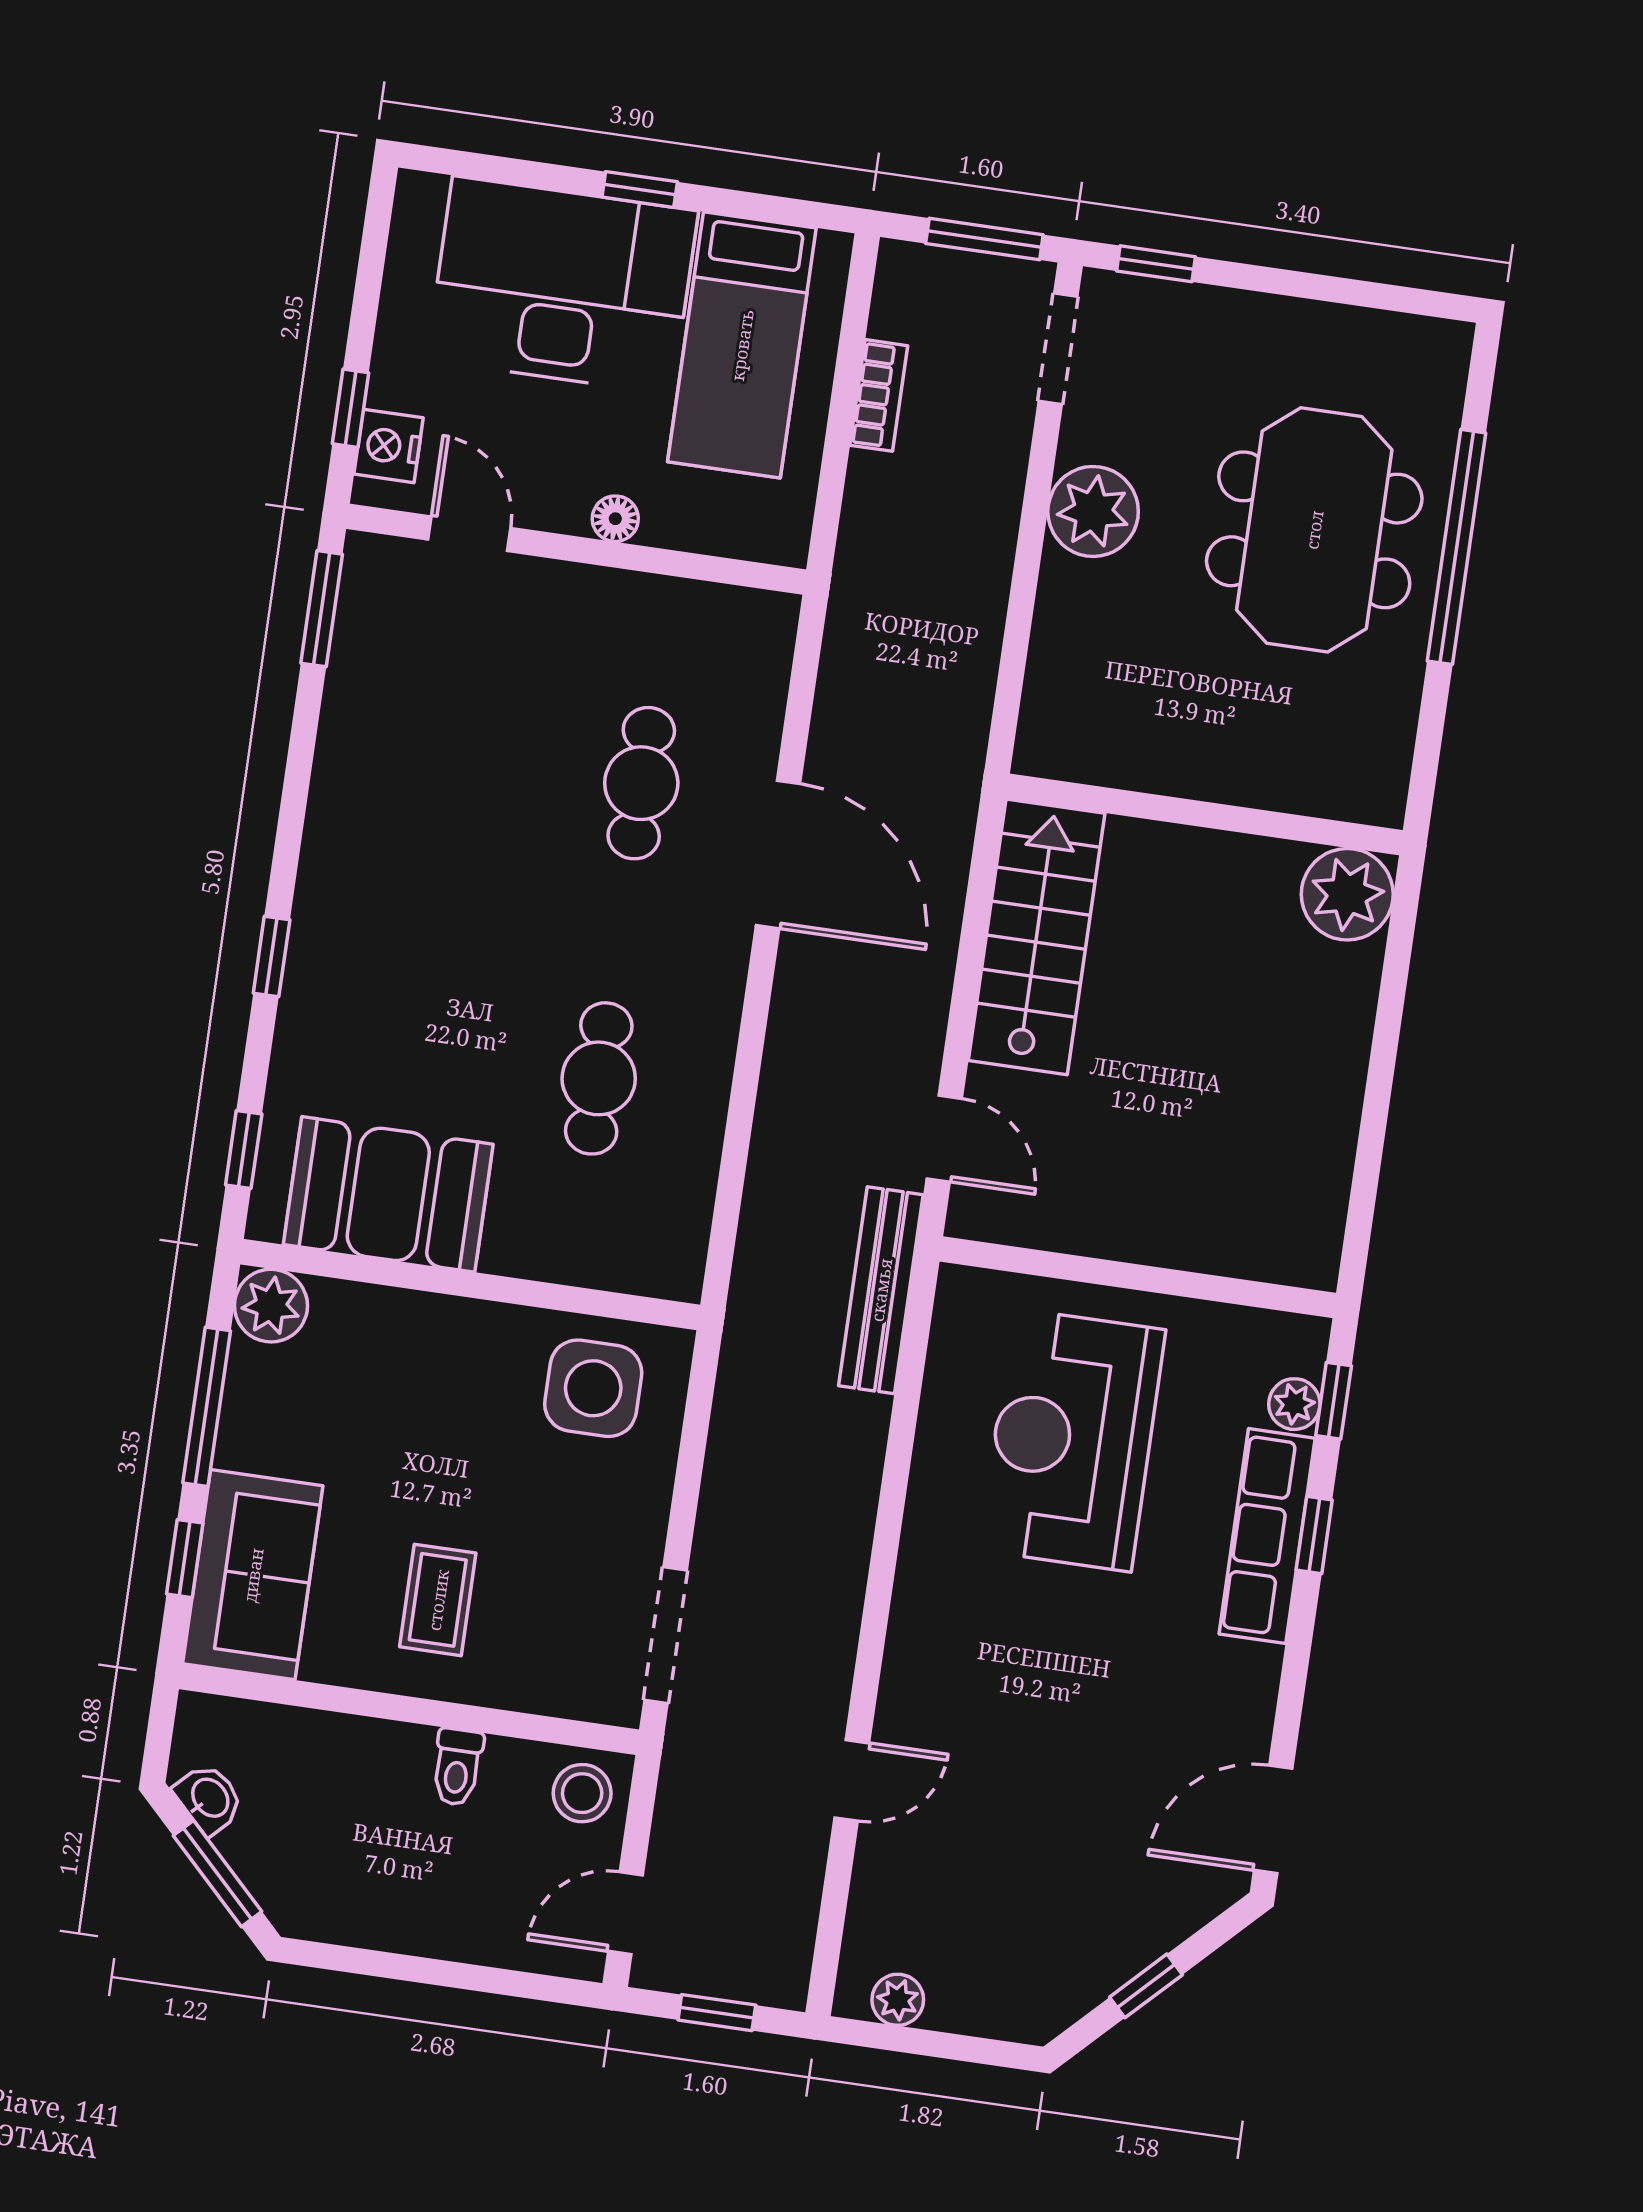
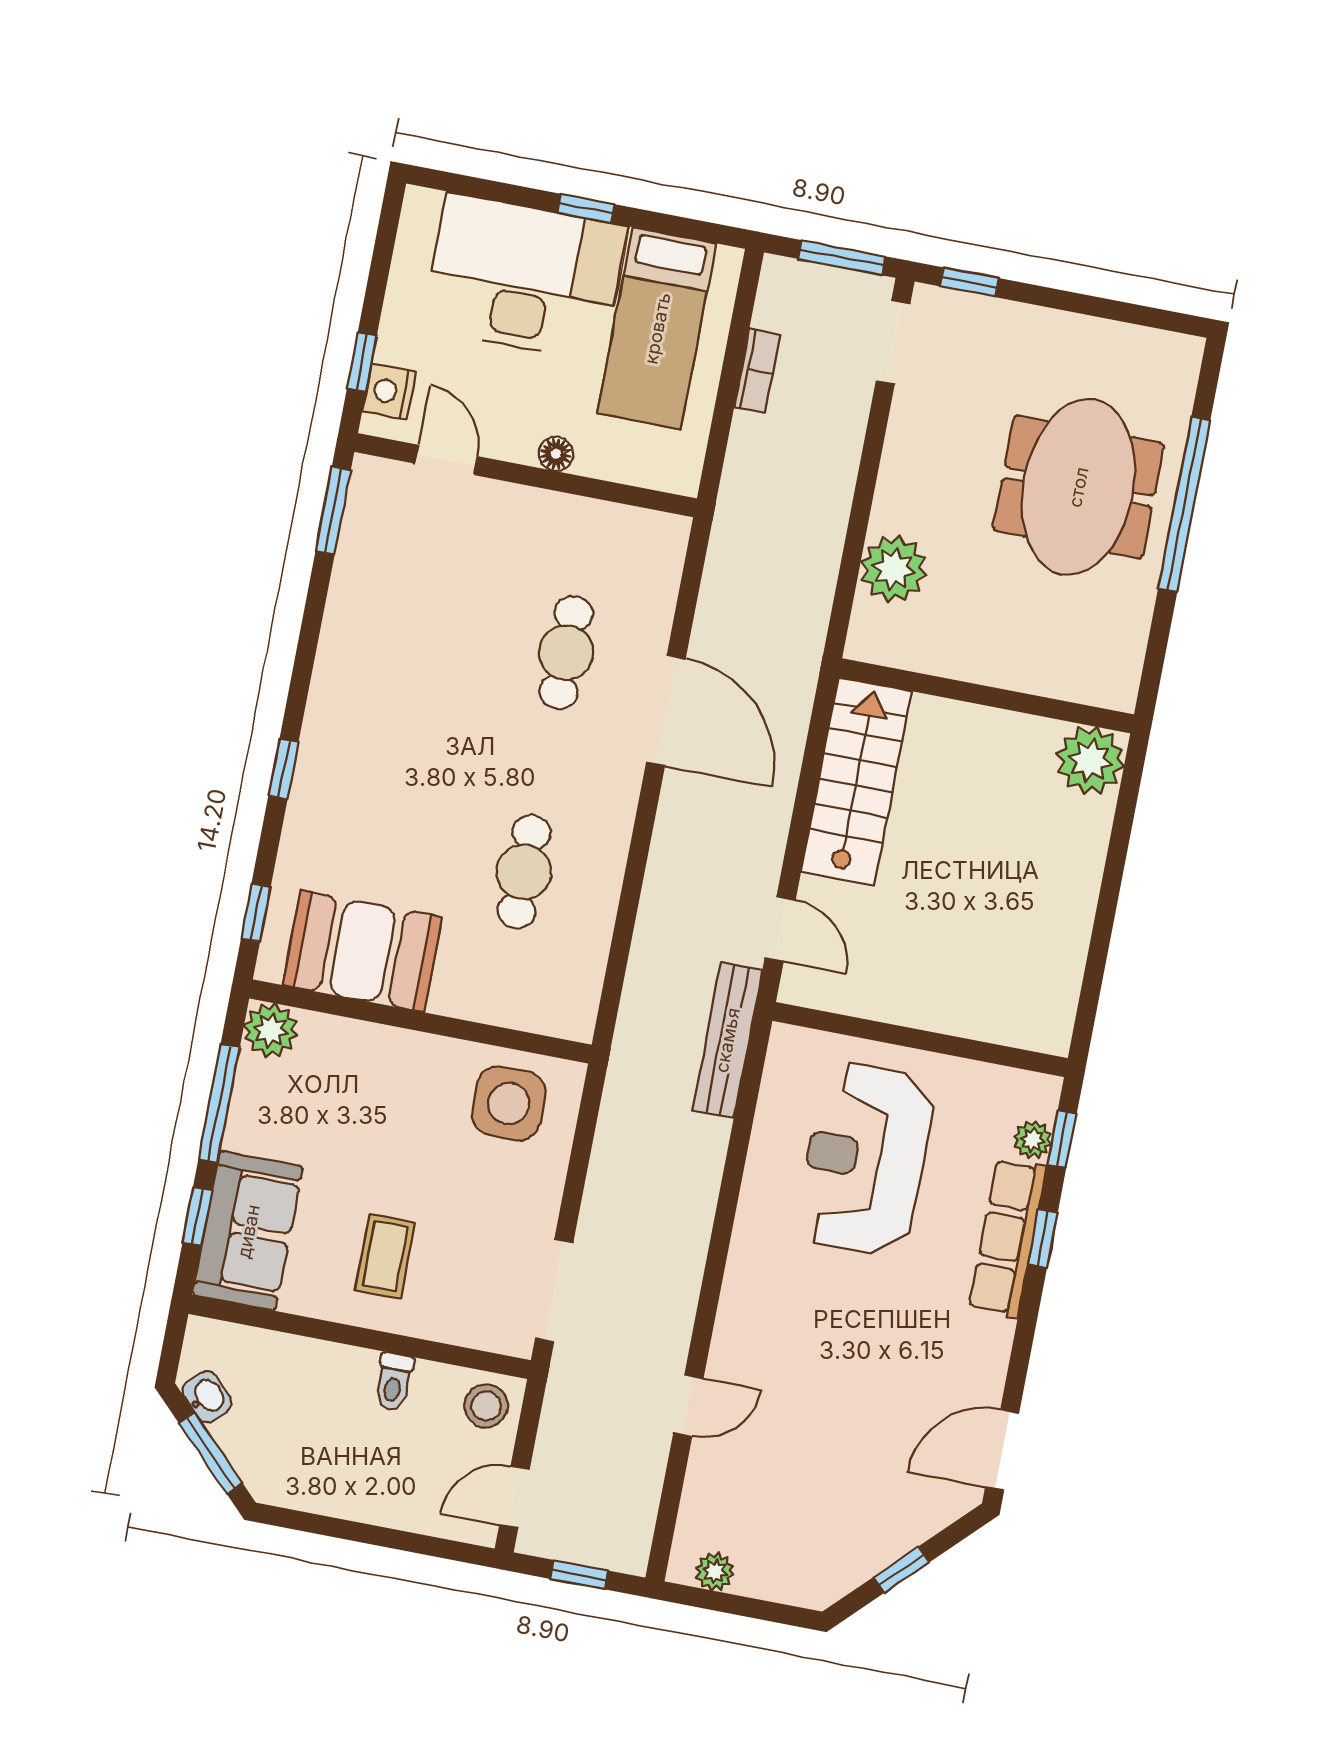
plant: (1093, 511) -> (894, 569), moved

